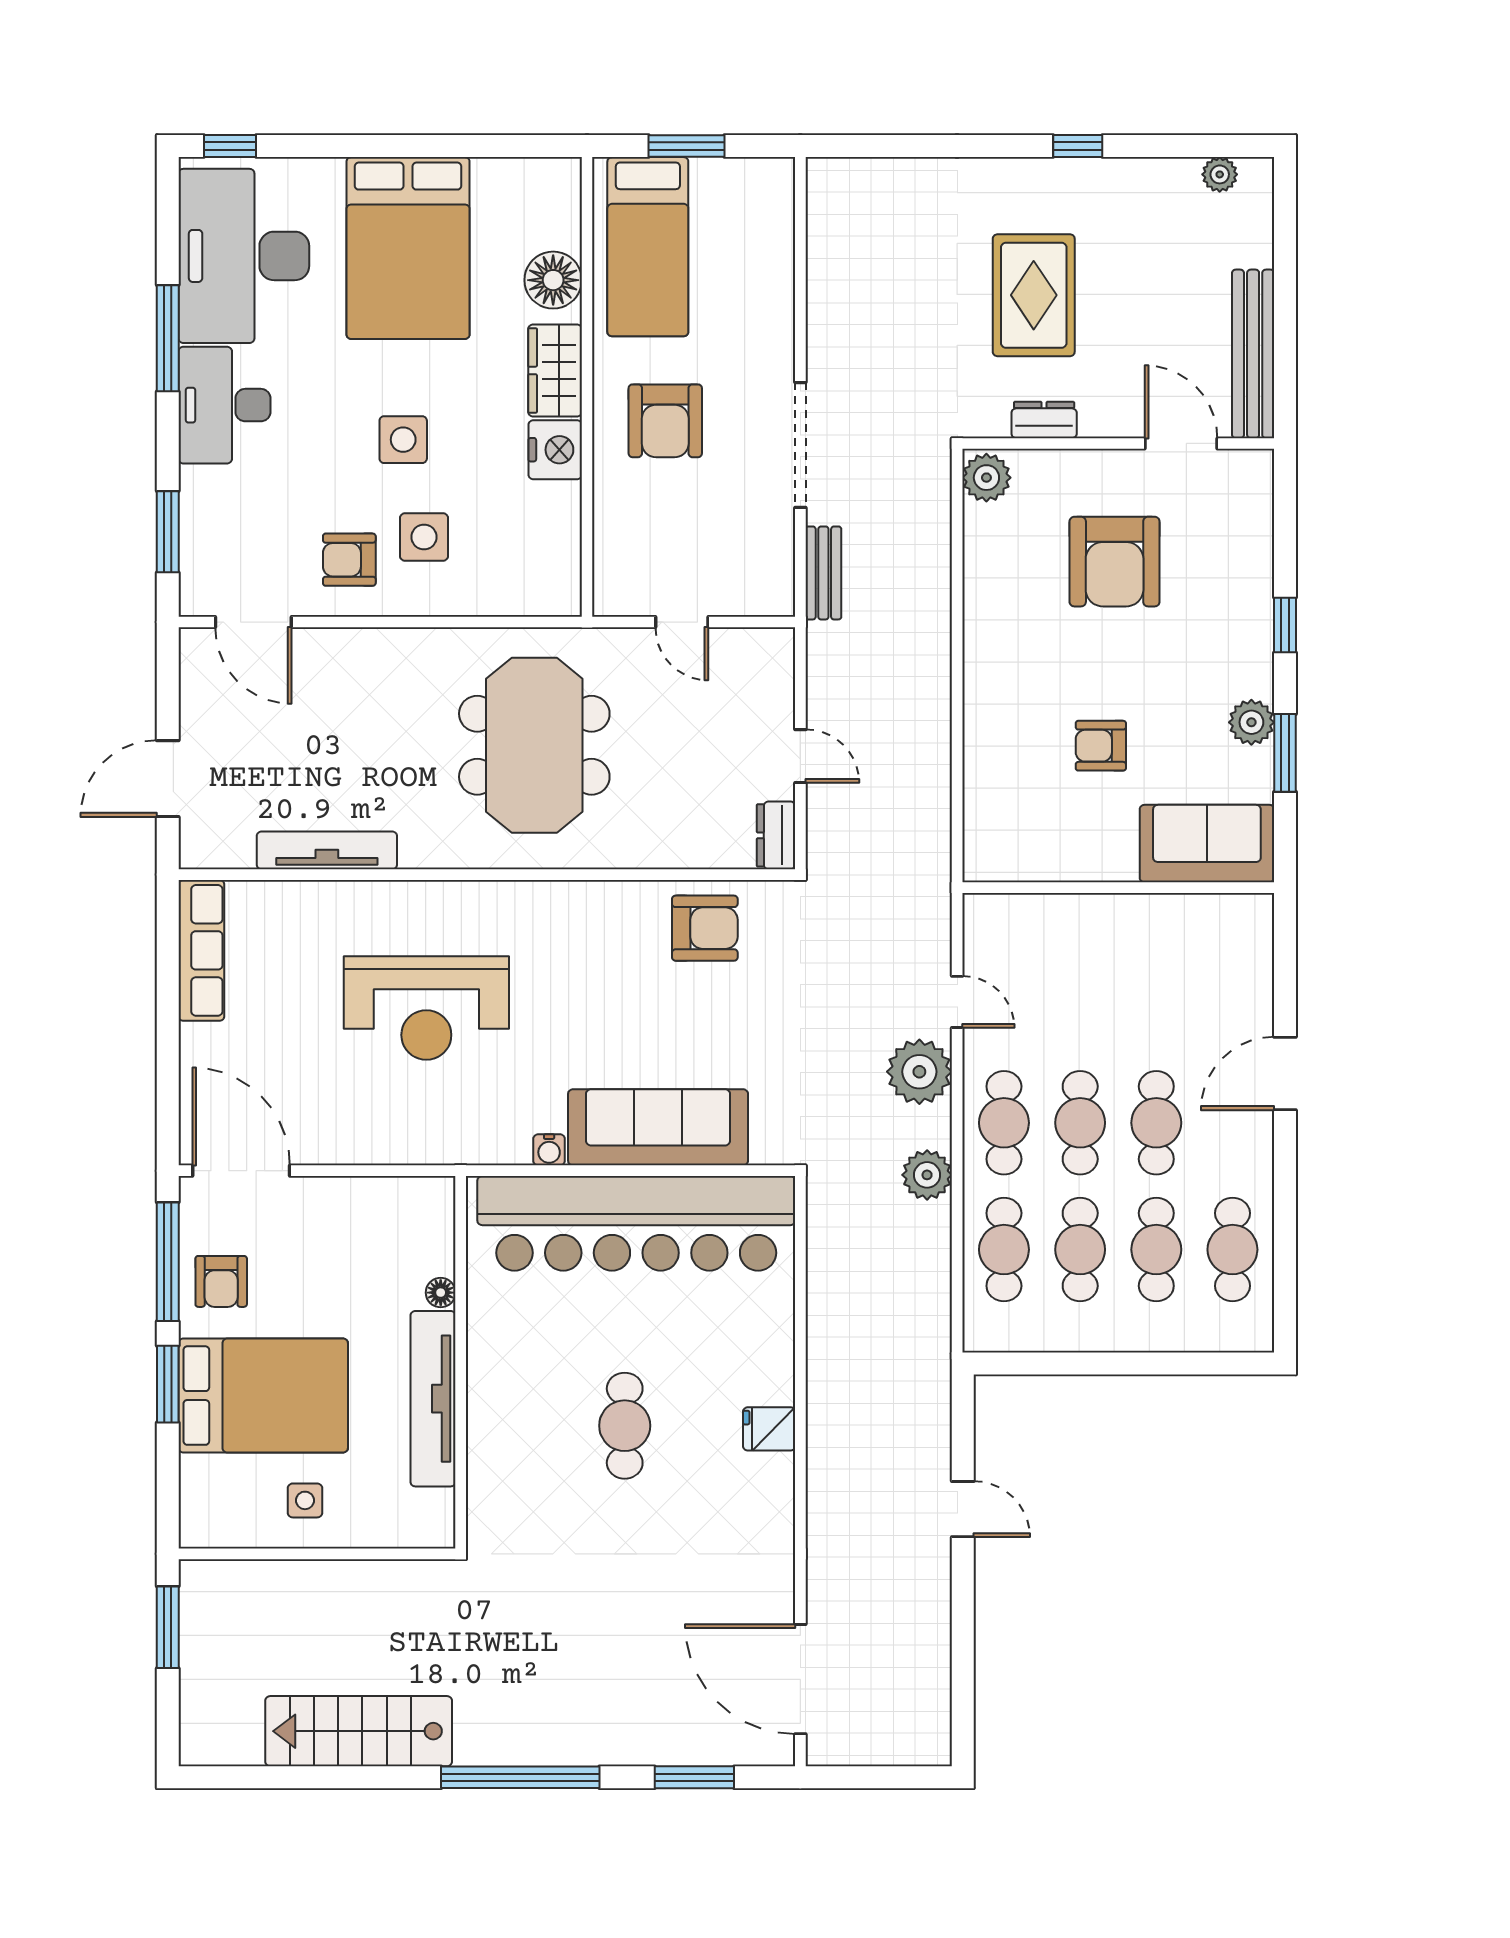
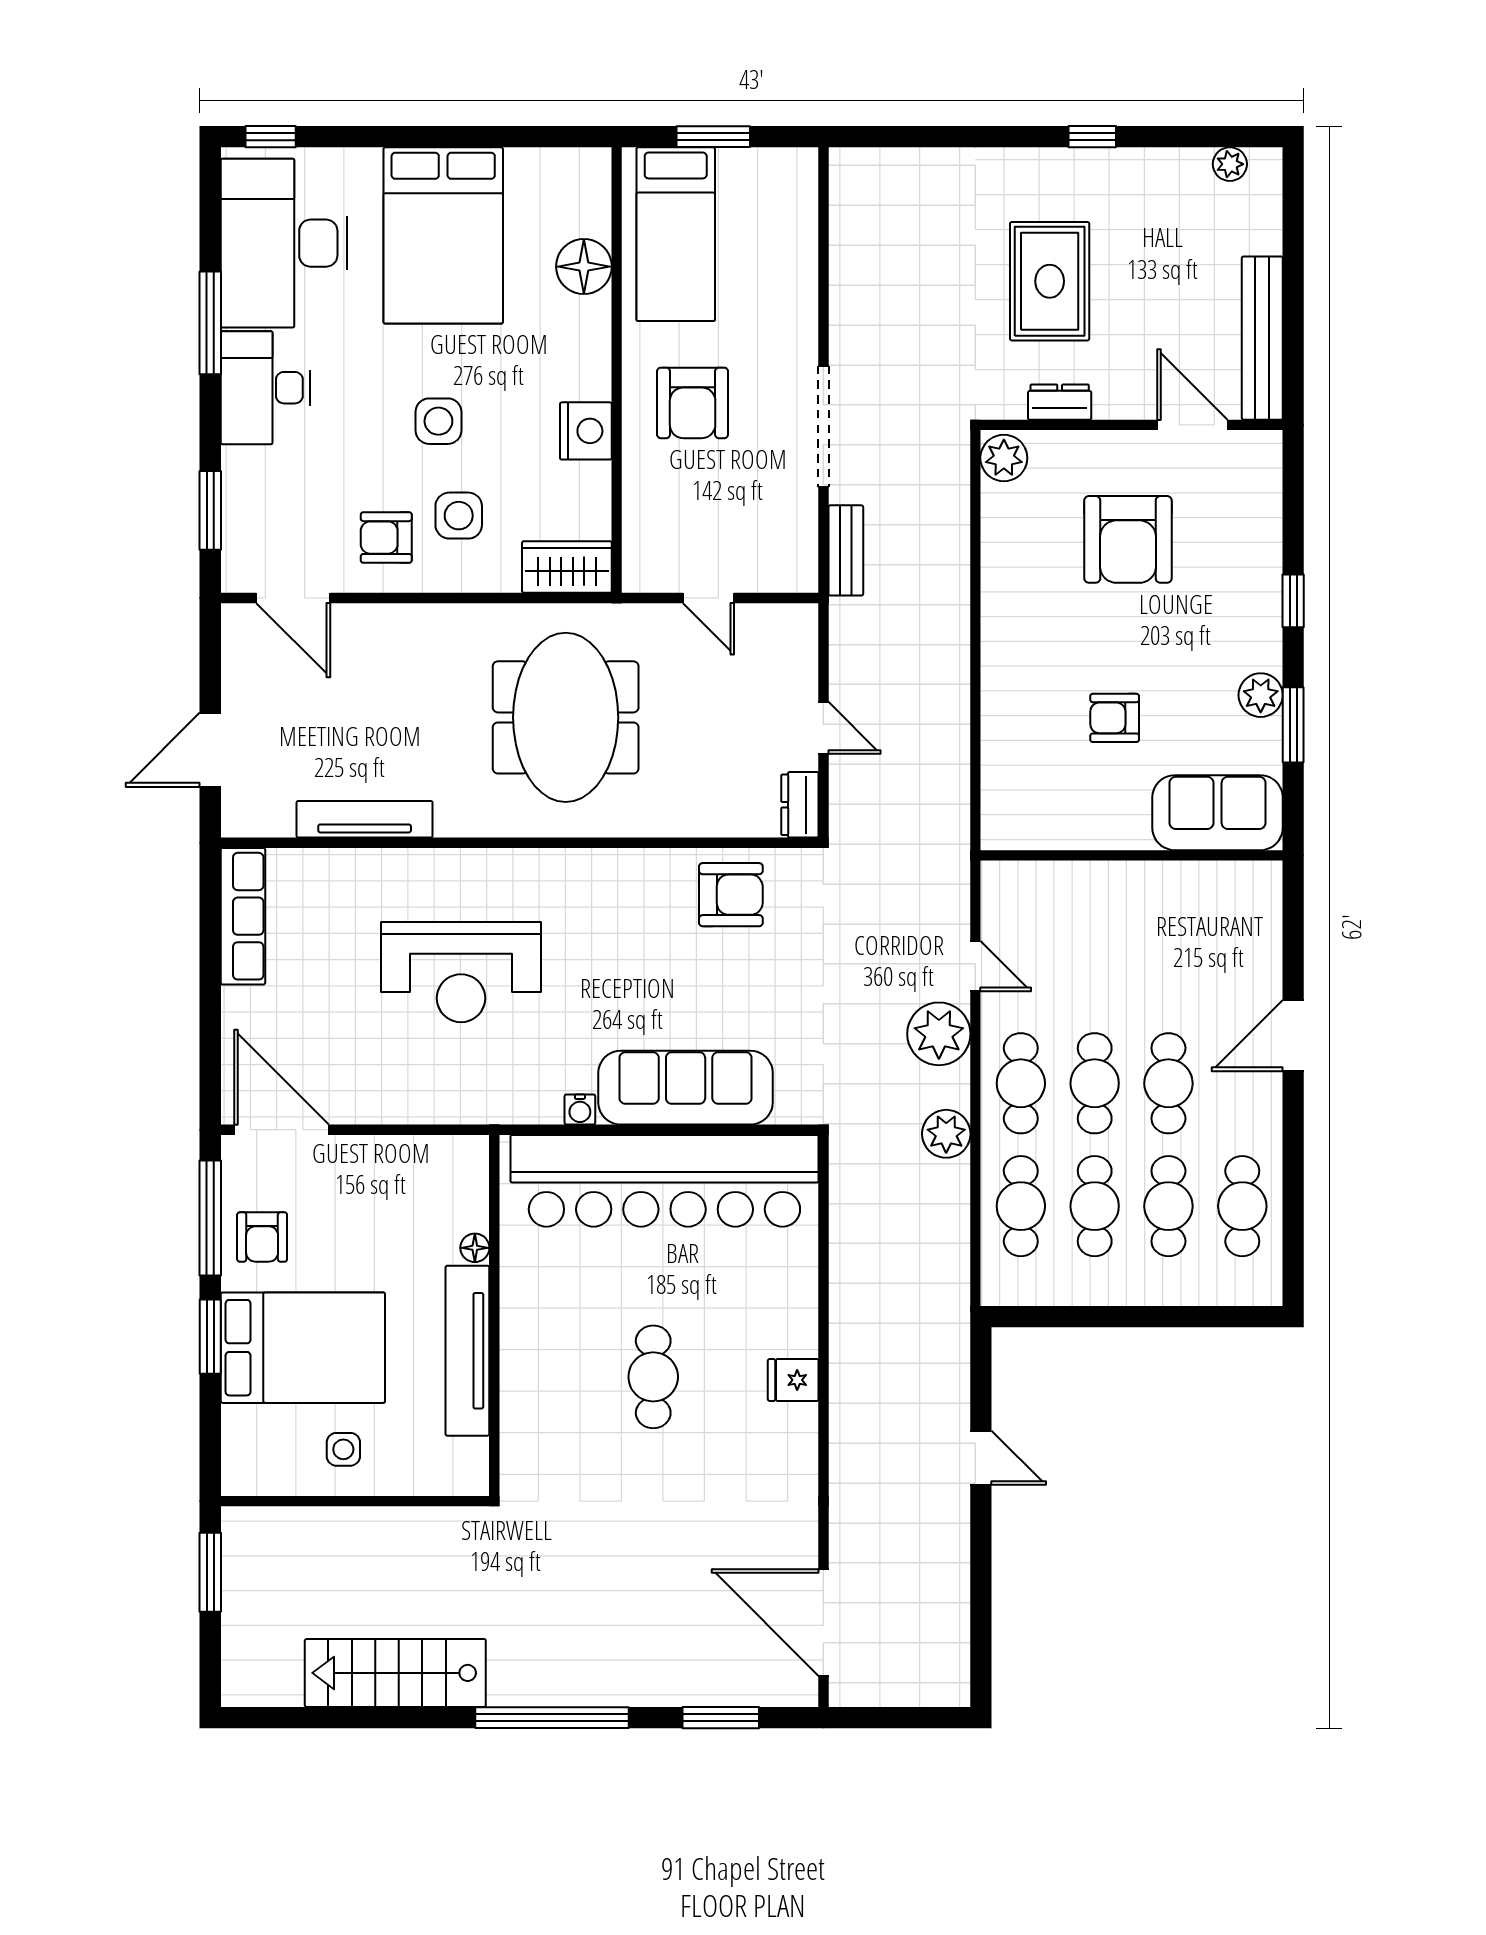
wardrobe: (555, 370) -> (567, 567), moved, turned 90

